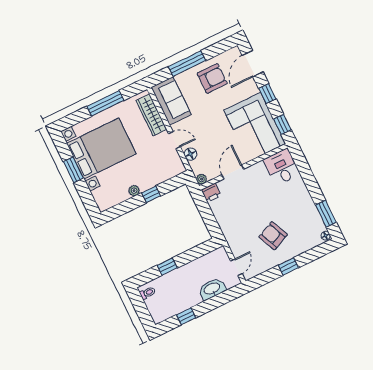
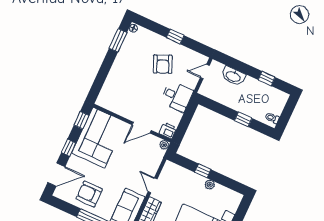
floor lamp: (190, 154) -> (153, 166), removed
desk: (282, 167) -> (177, 96), moved, turned -90

